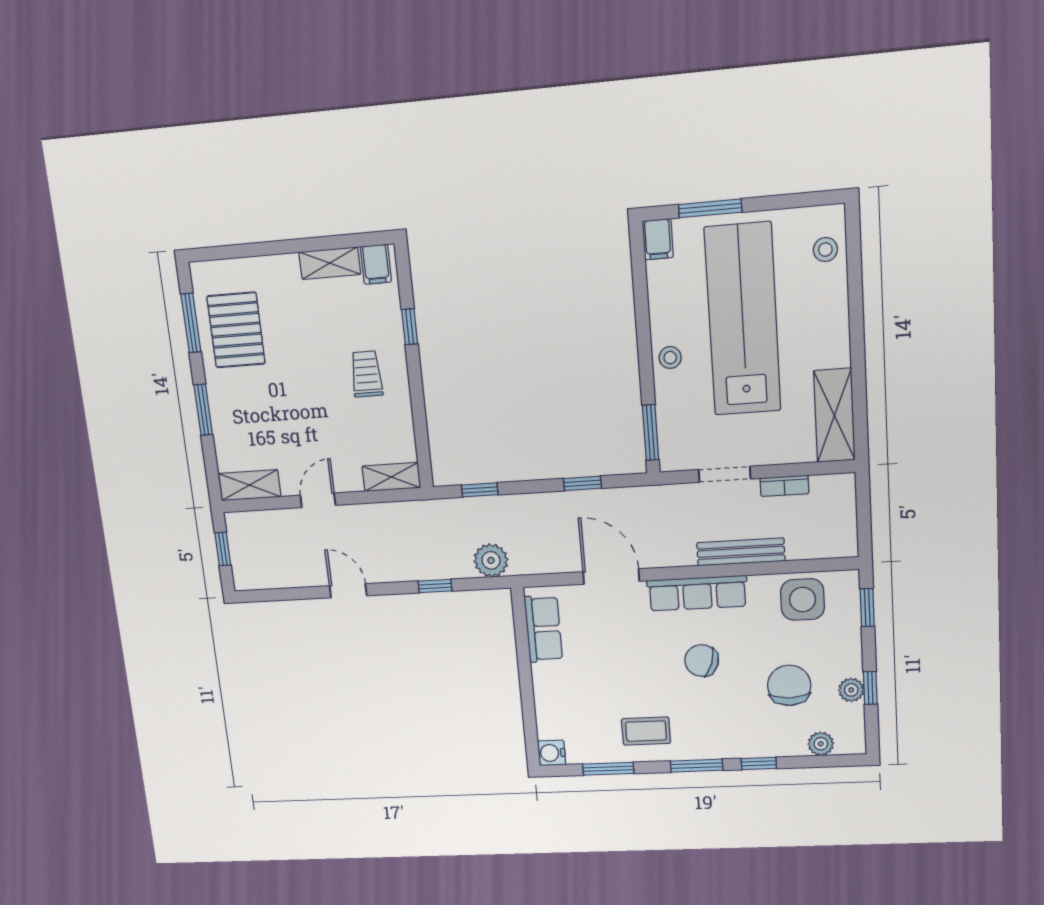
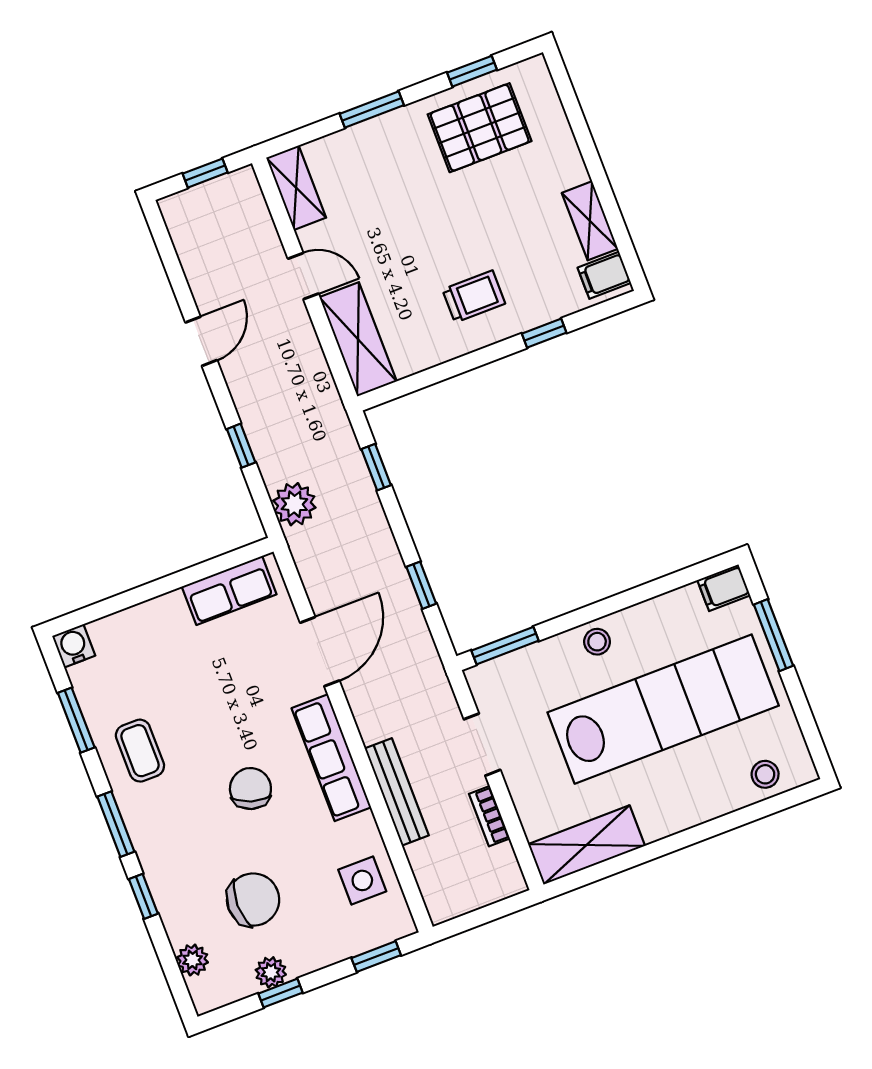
window: (191, 323) -> (472, 71), width x0.67
shelving: (391, 477) -> (358, 339), width x1.50, depth x1.33
side table: (803, 600) -> (362, 880), width x0.73, depth x0.73

